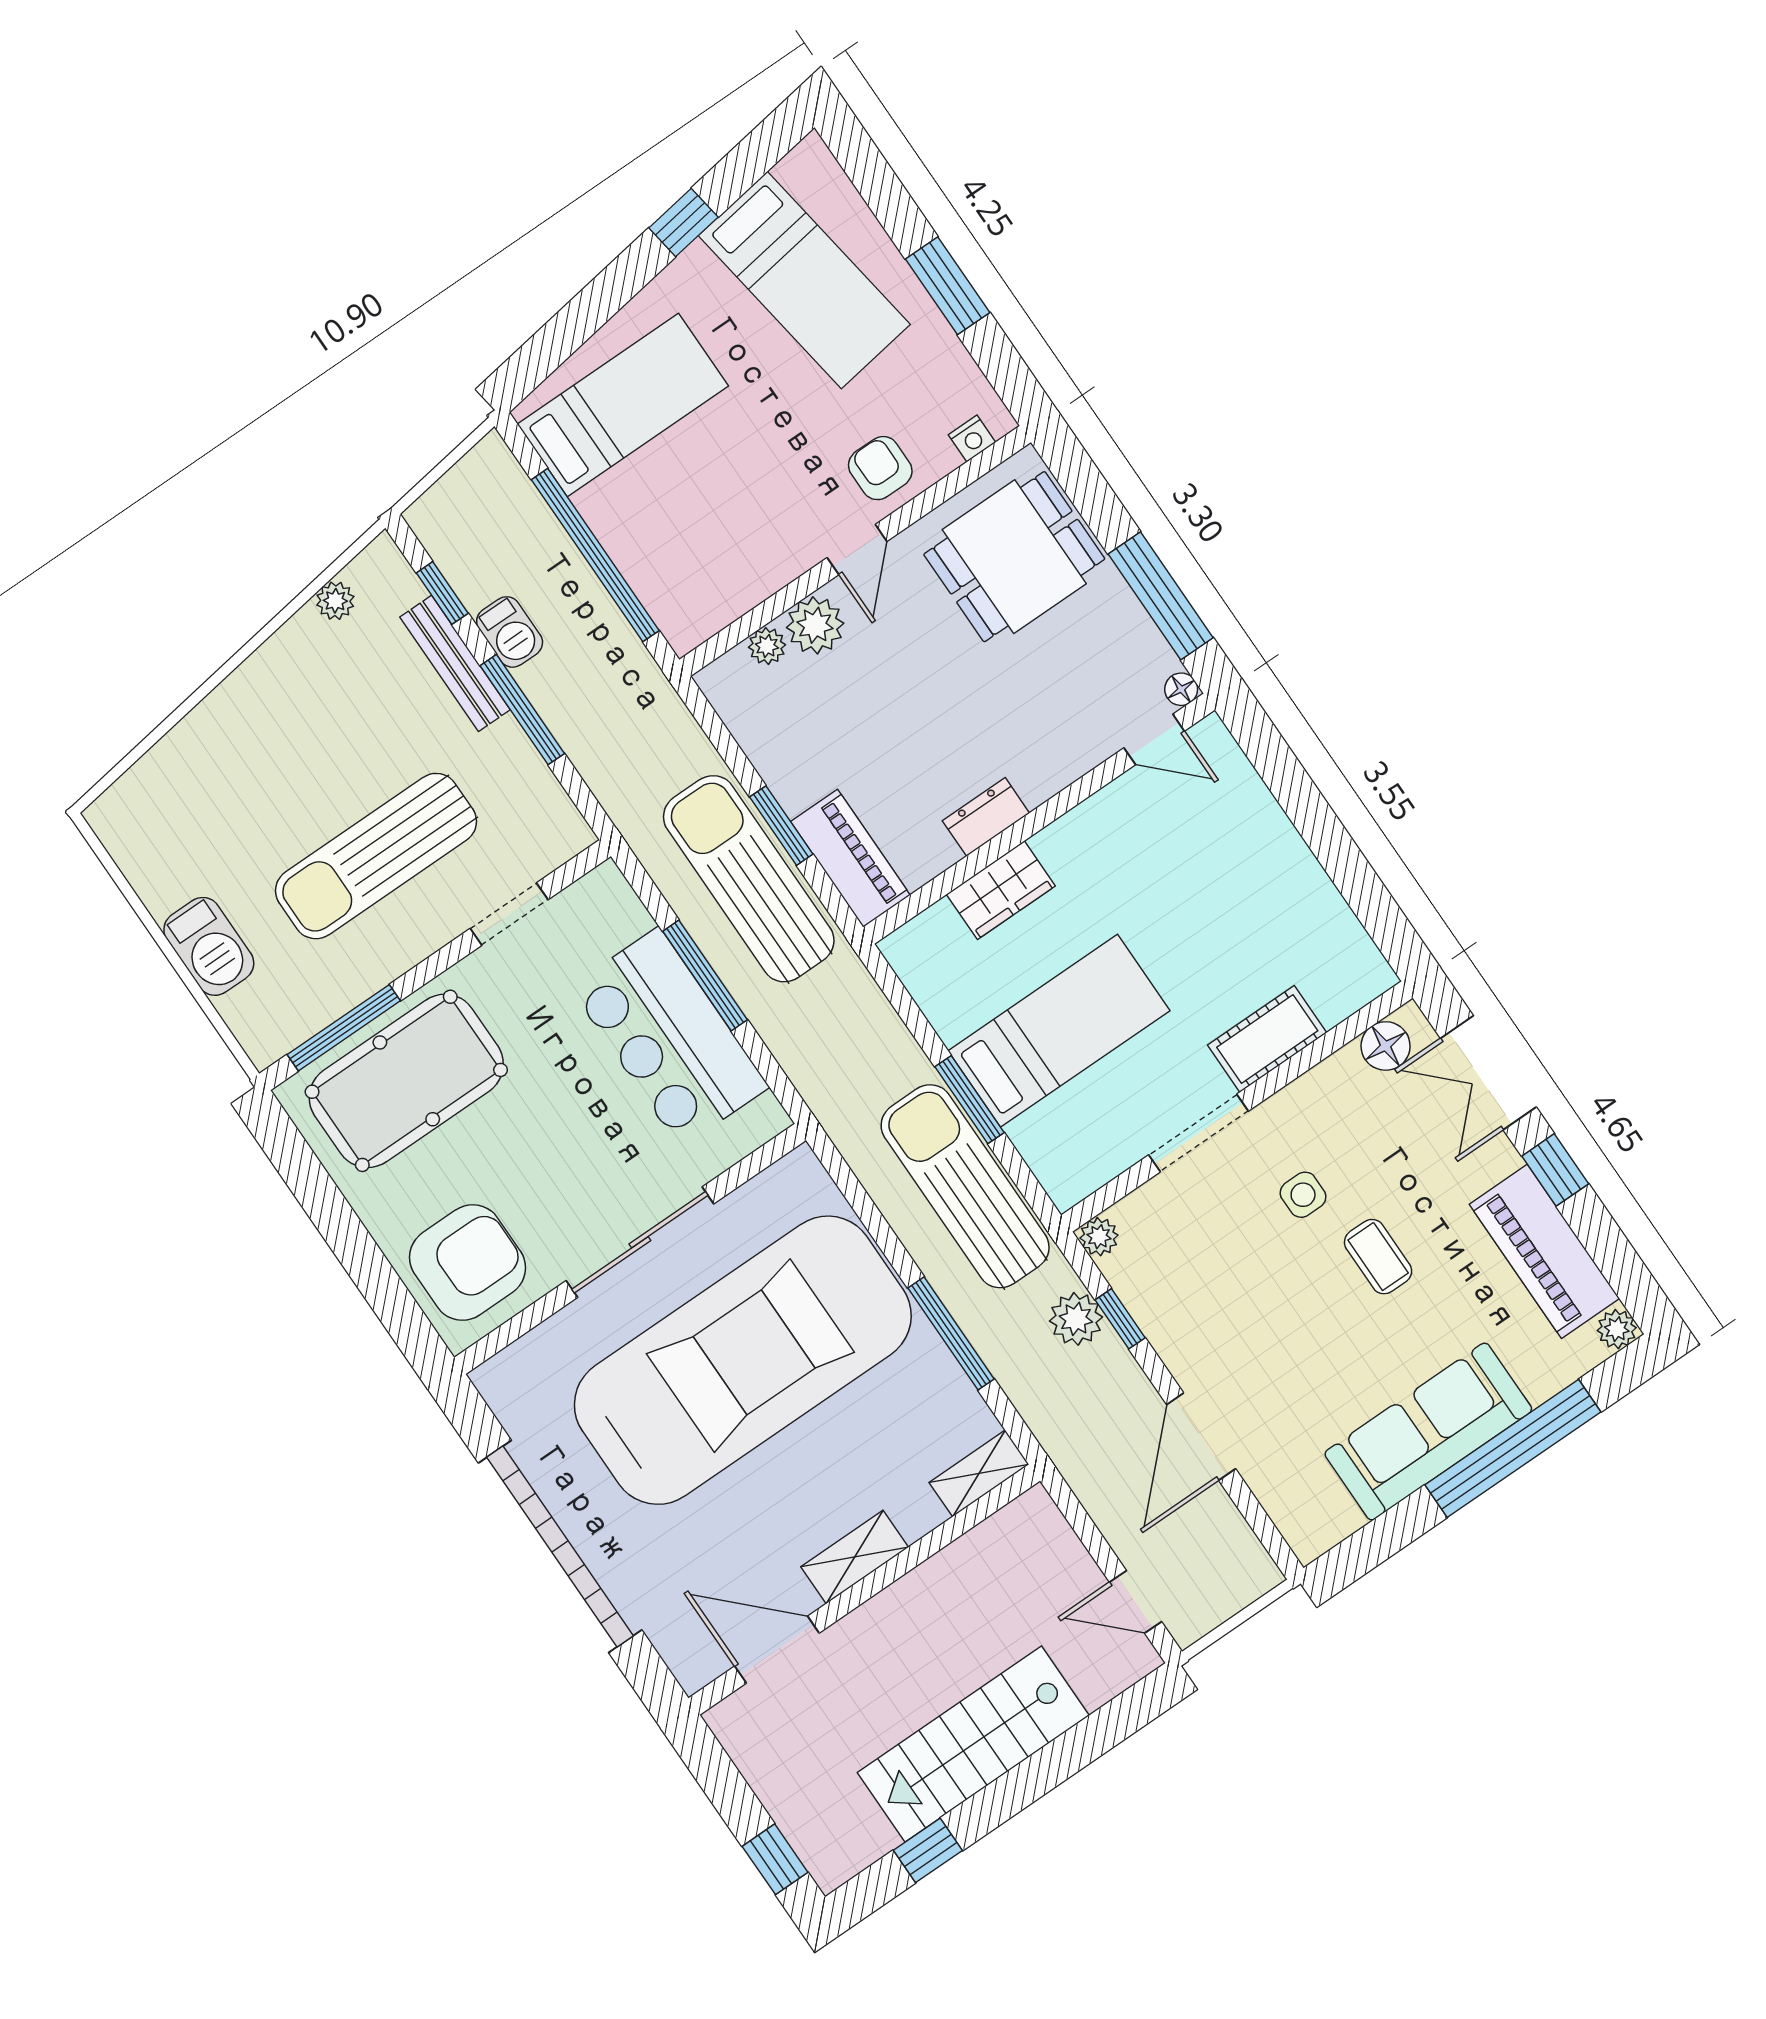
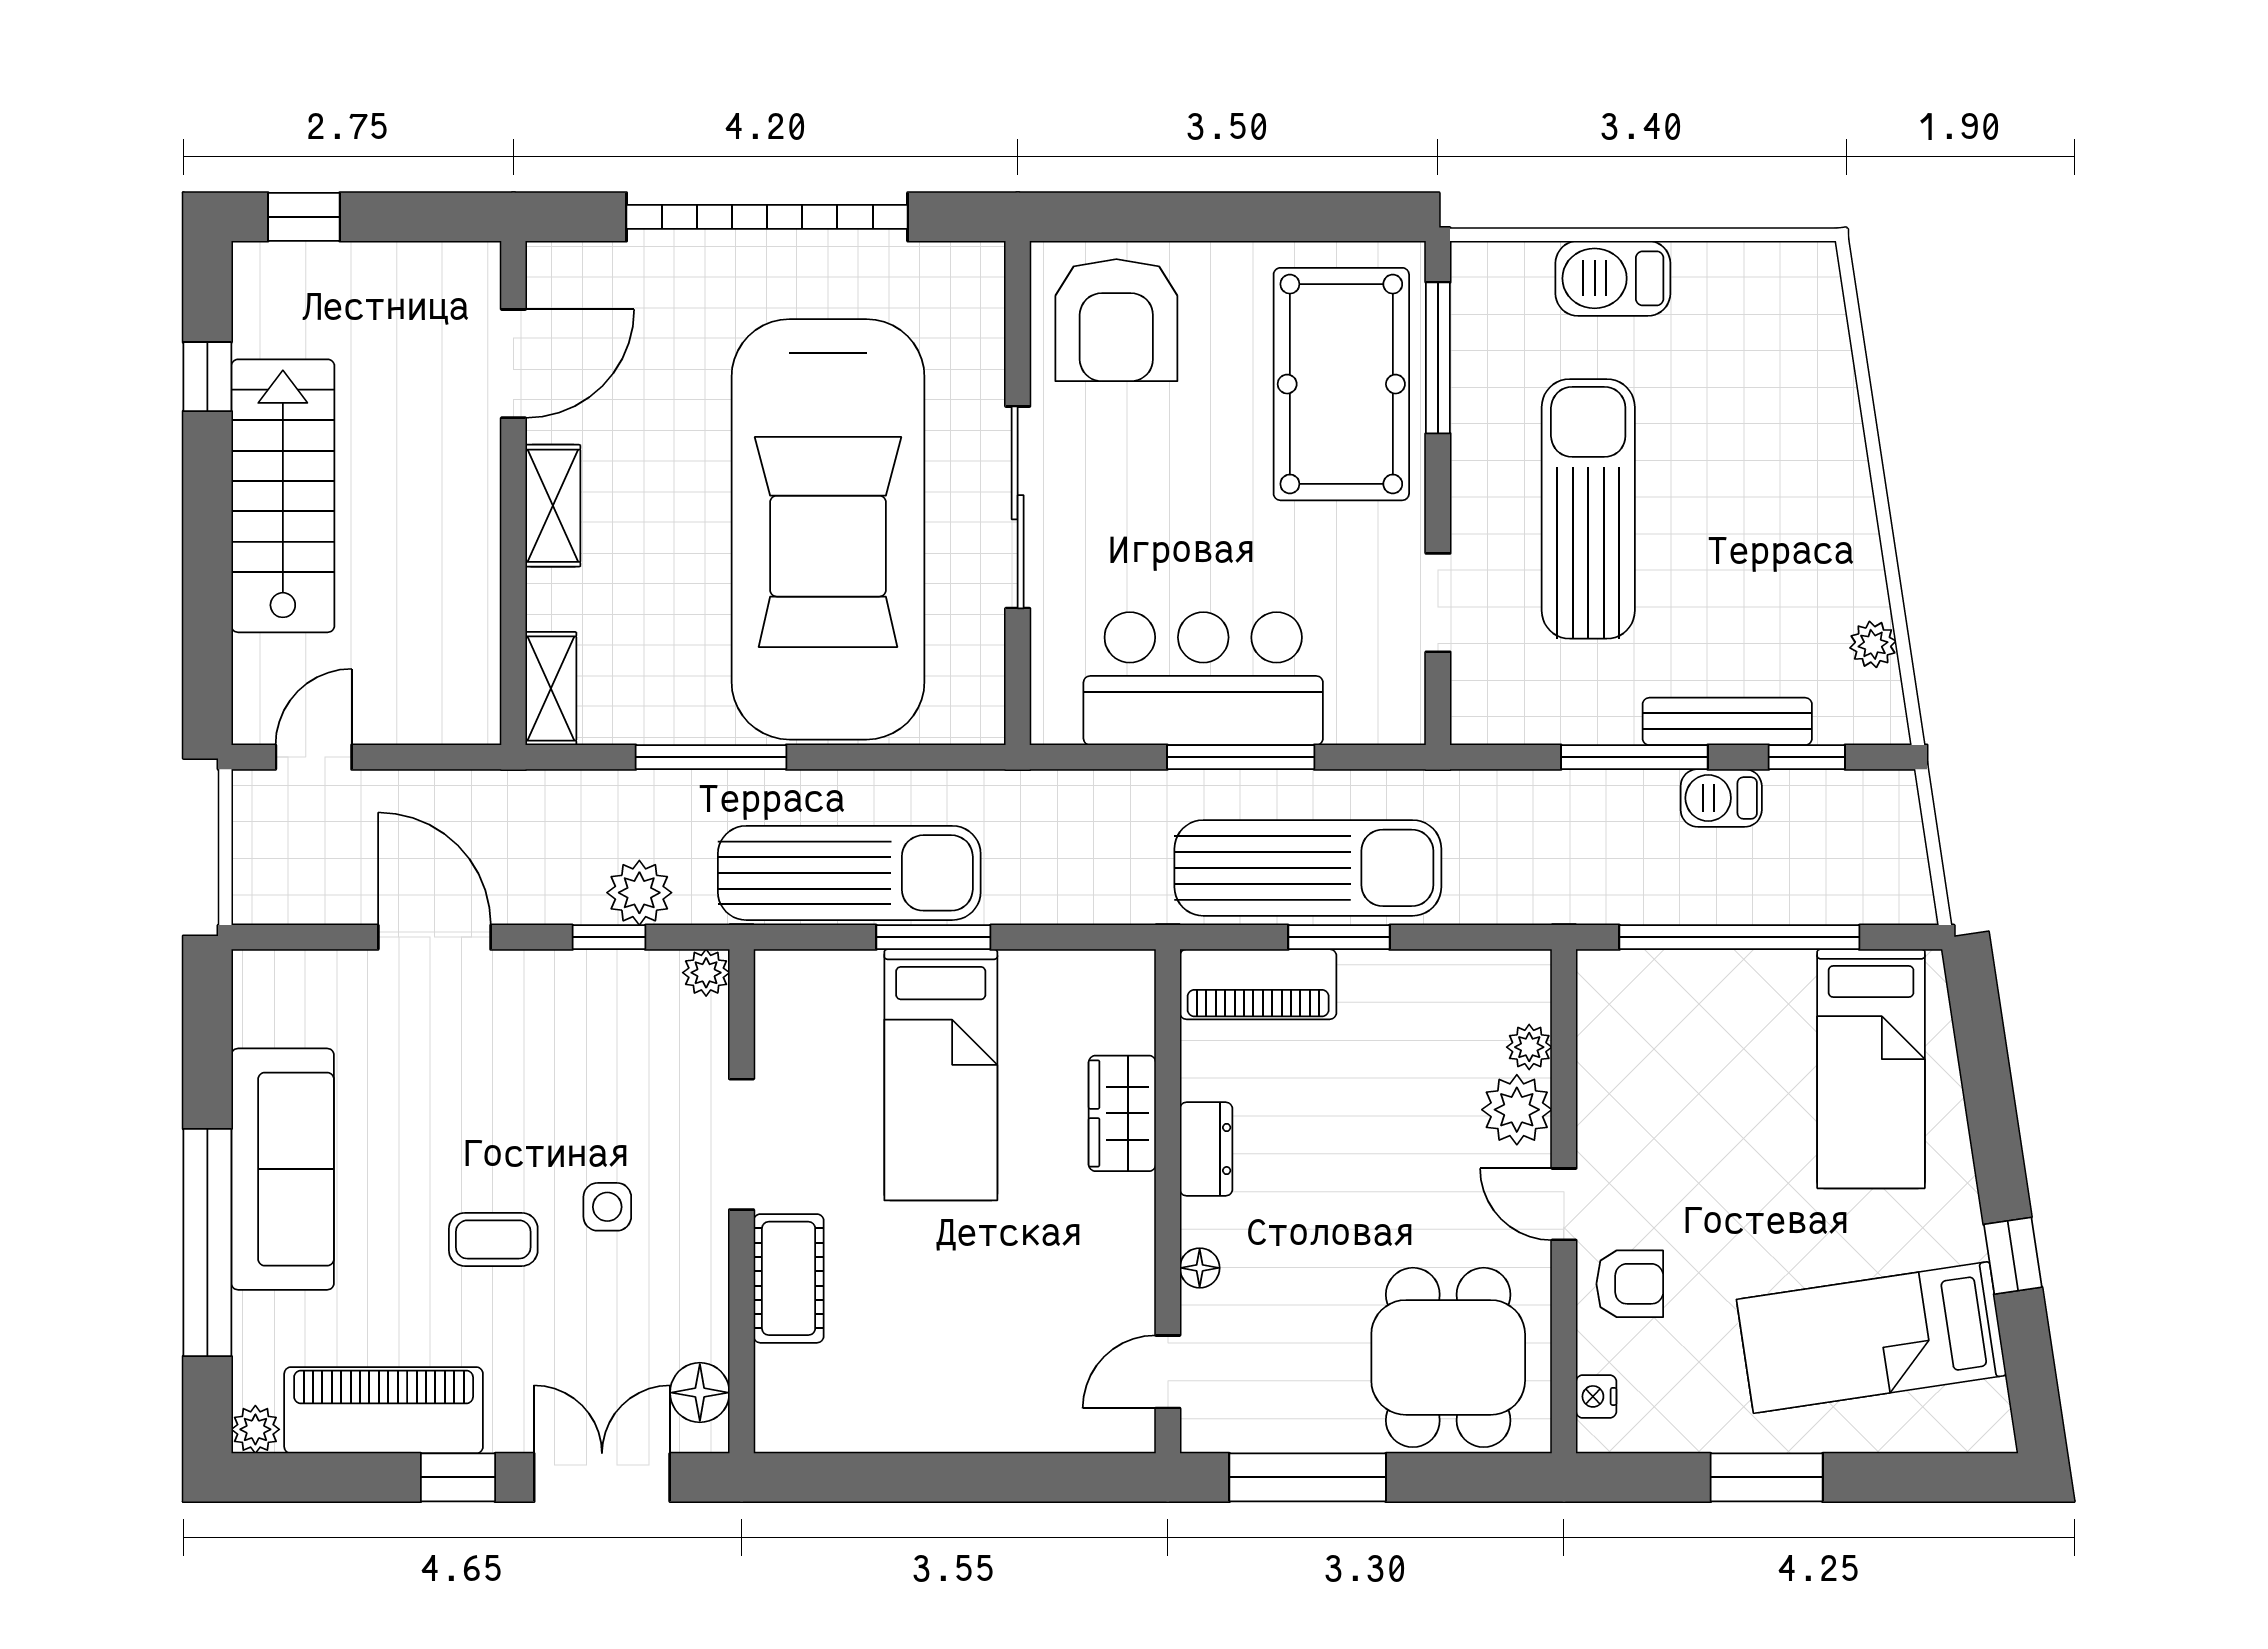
floor lamp: (1181, 689) -> (1200, 1268), moved

